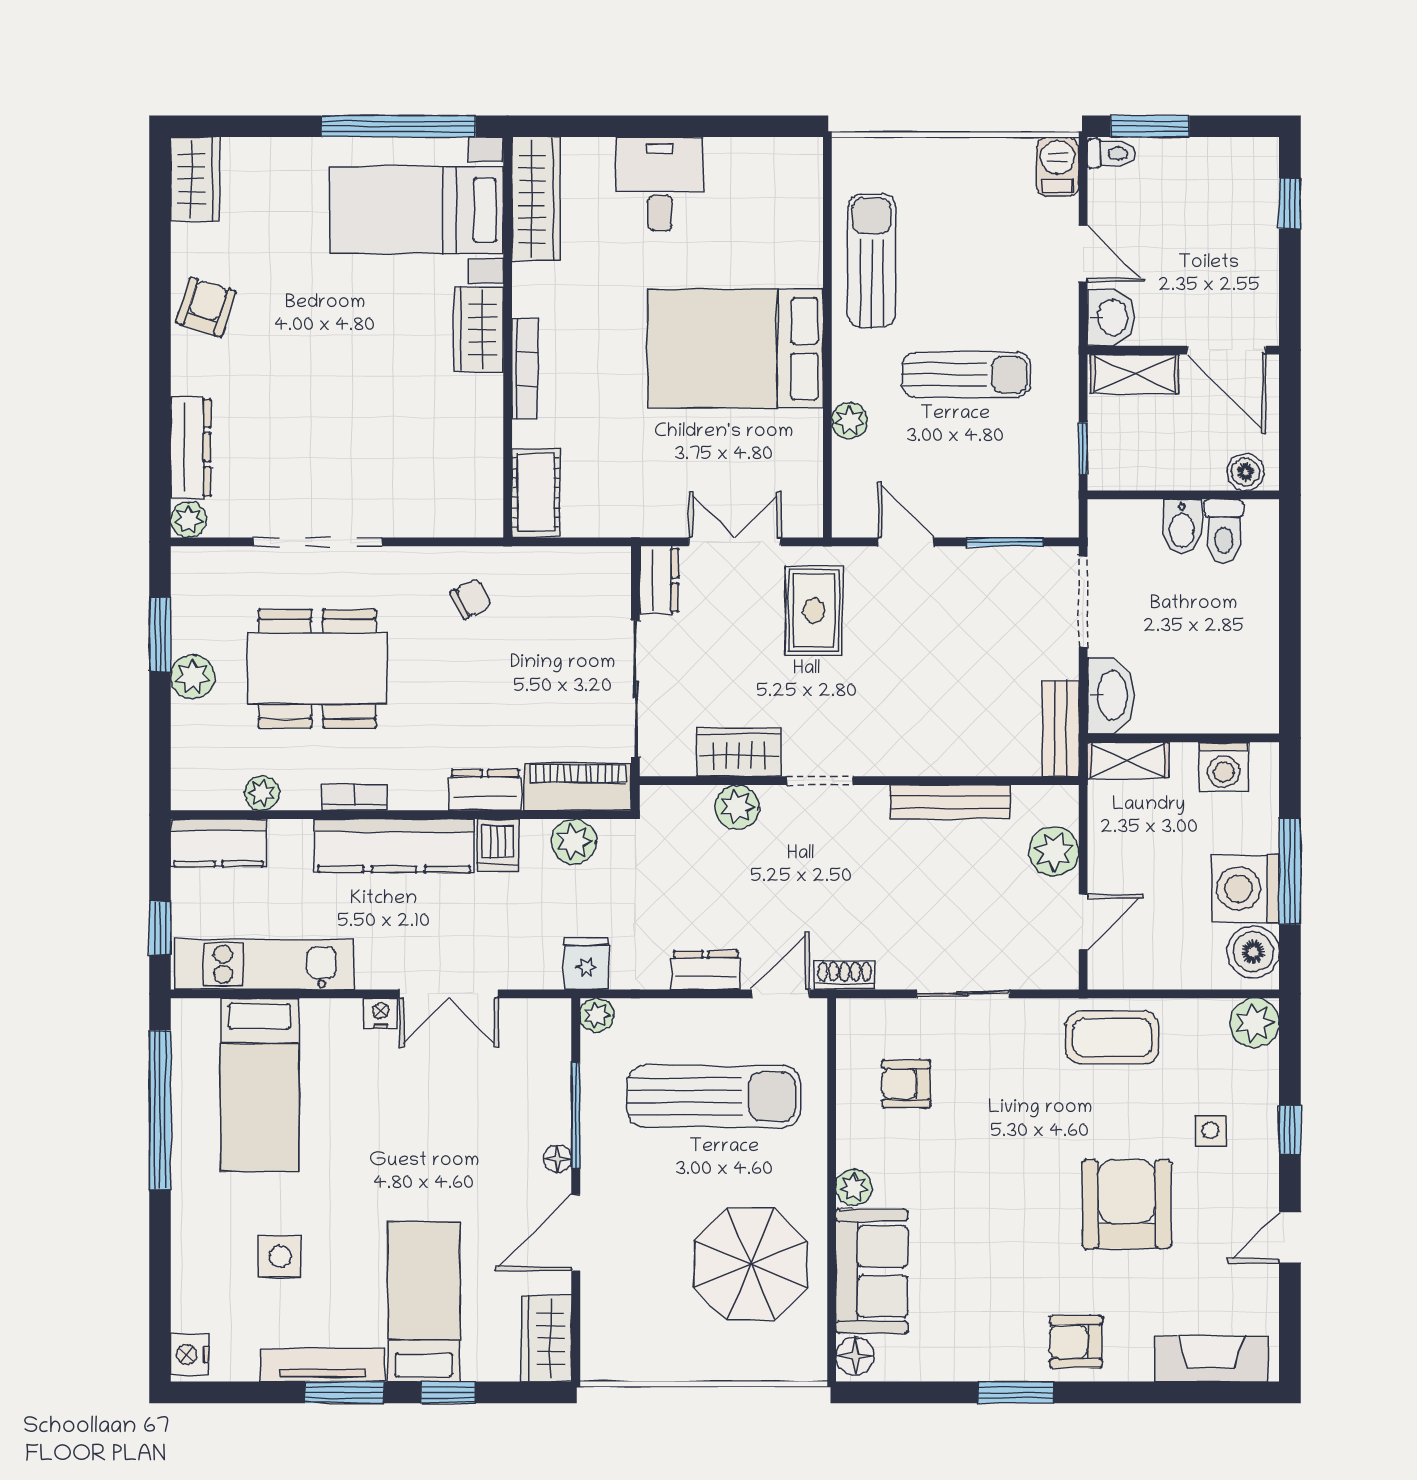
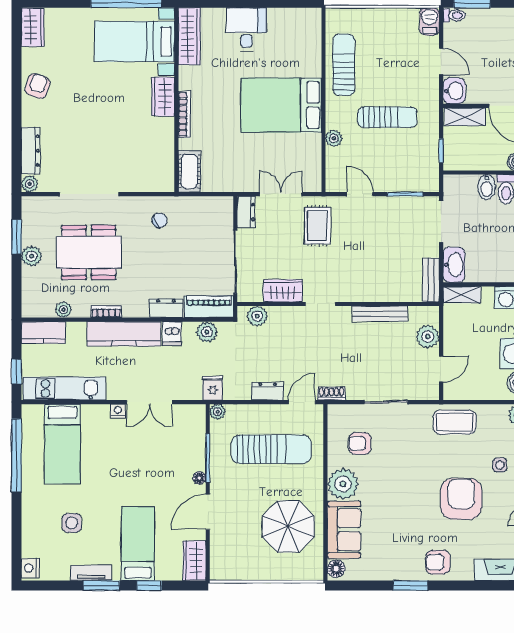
plant: (737, 807) -> (257, 316), moved
plant: (854, 1188) -> (343, 484), width x1.88, depth x1.88
tv unit: (322, 1365) -> (91, 573), width x0.71

